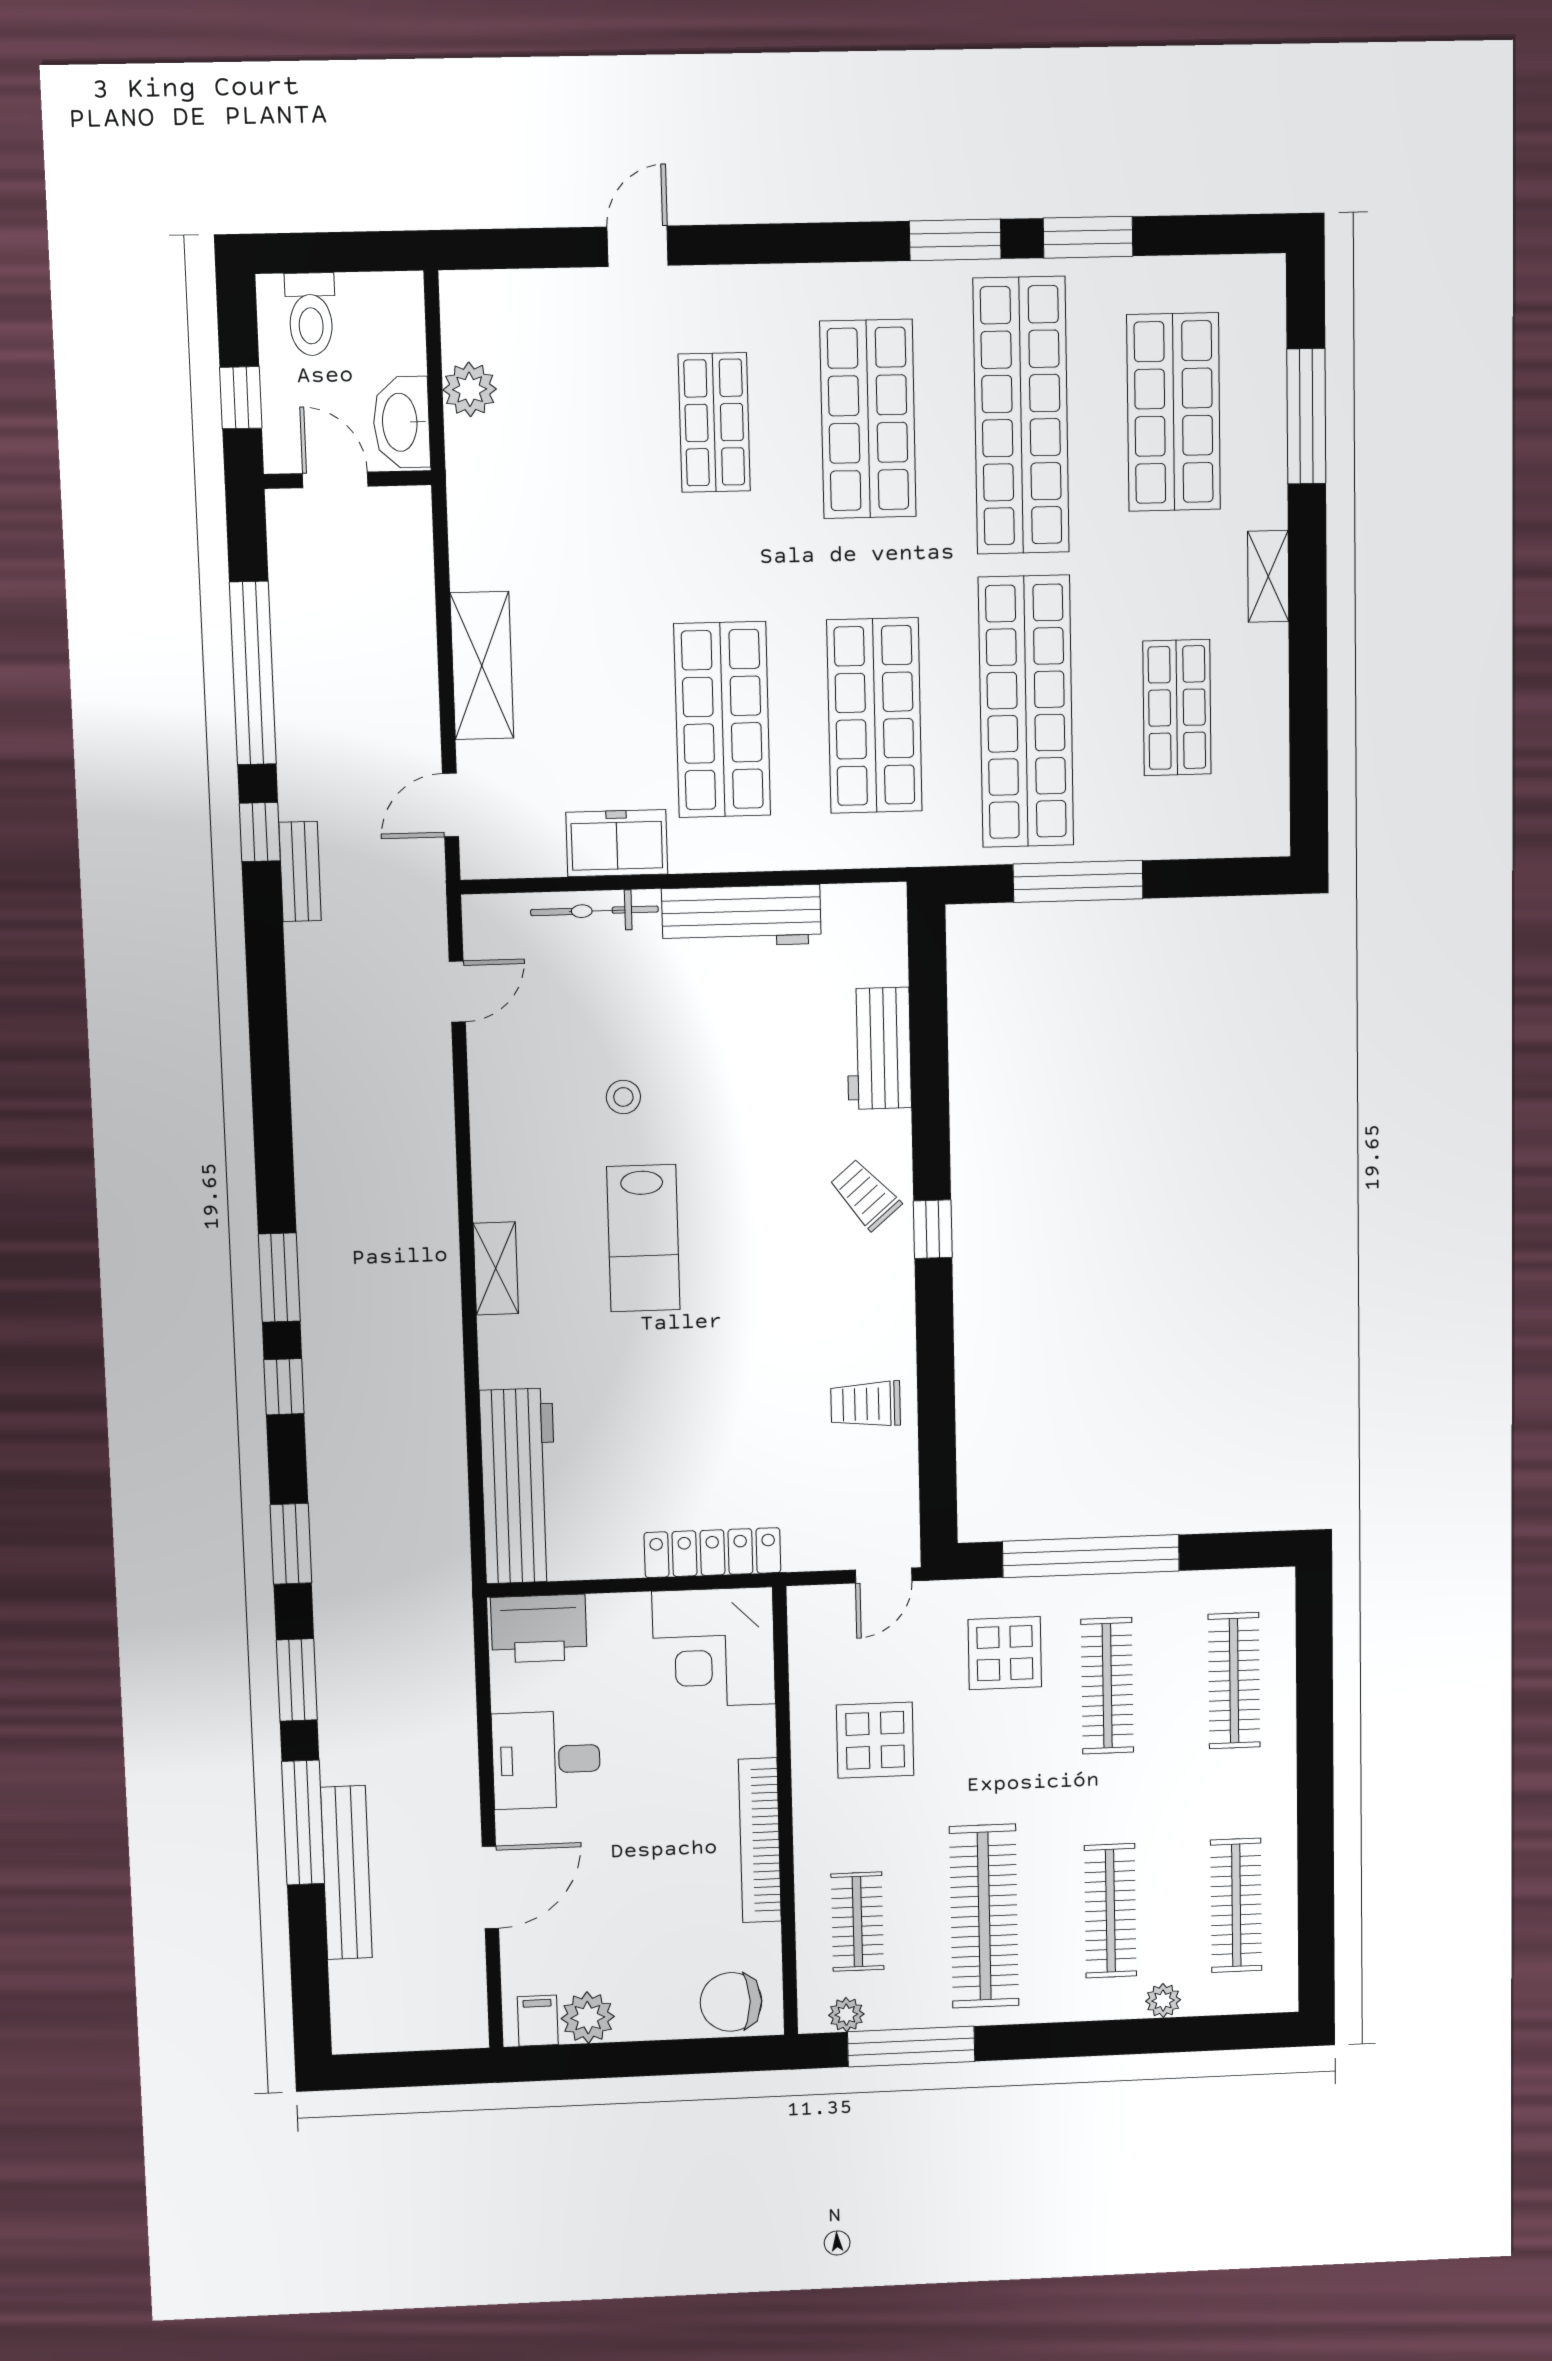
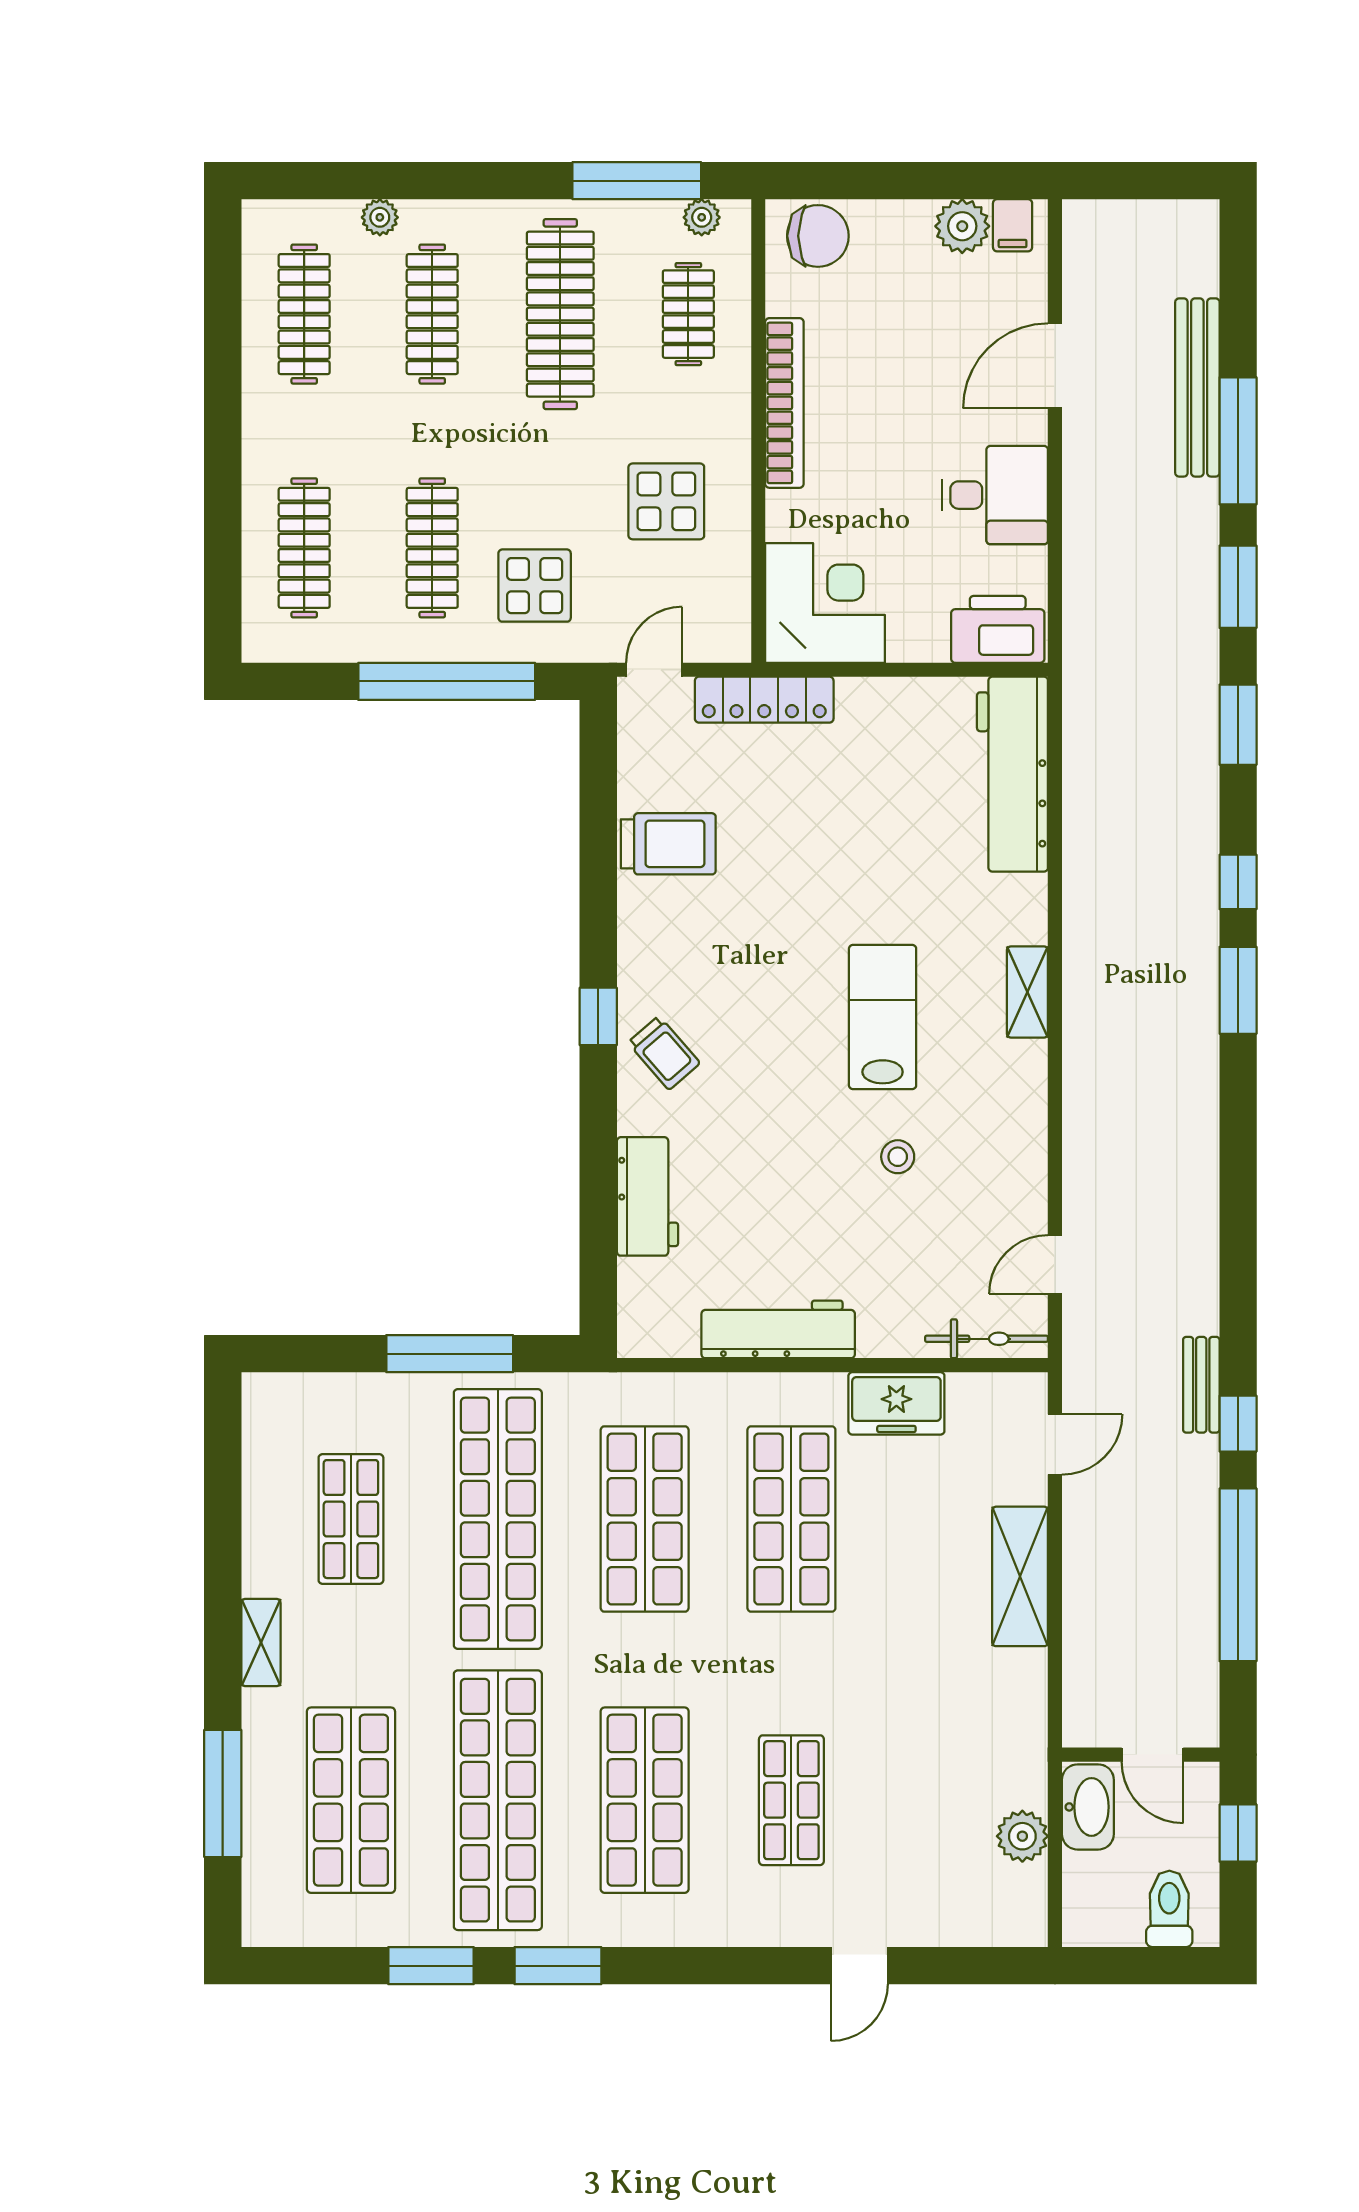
bicycle: (594, 911) -> (987, 1339), moved
trolley: (866, 1404) -> (668, 844), width x1.36, depth x1.39
locker: (712, 1553) -> (764, 700), moved

